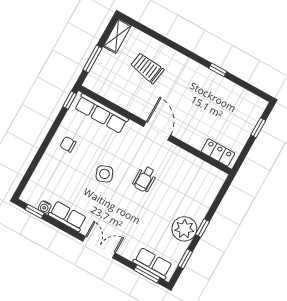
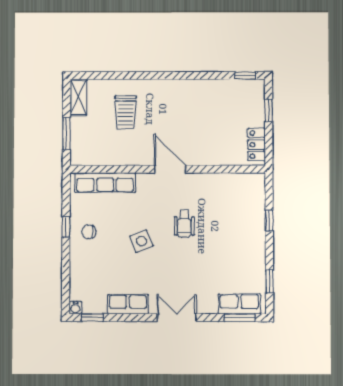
trolley: (147, 68) -> (125, 112), turned -99
window: (218, 70) -> (245, 75), moved
window: (70, 100) -> (66, 227), moved
locker: (218, 152) -> (256, 145), moved, turned -90
water cooler: (45, 207) -> (75, 308), moved
window: (202, 228) -> (269, 221), moved
plant: (184, 229) -> (252, 252), removed

